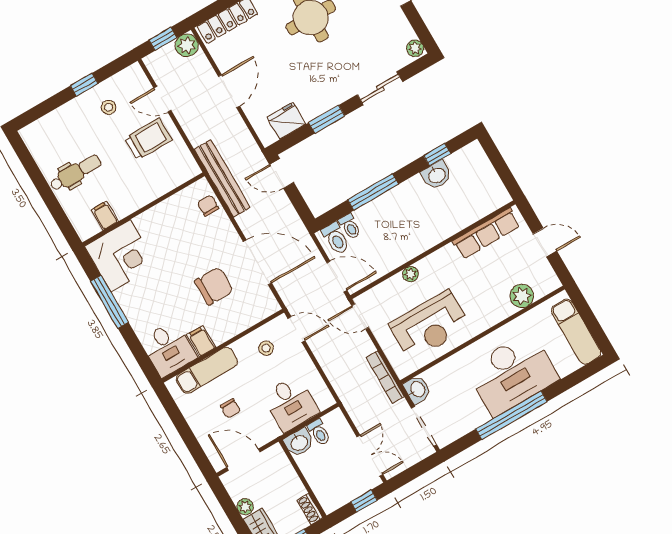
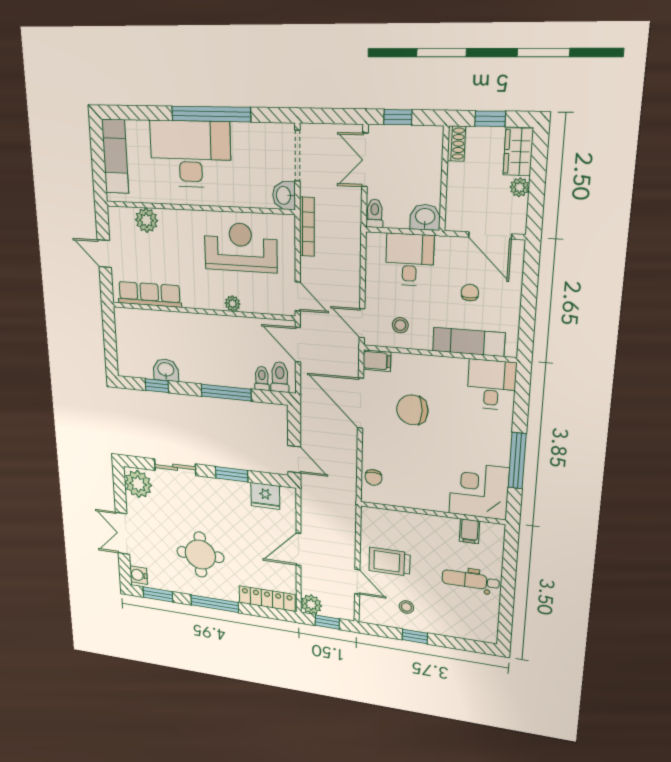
plant: (415, 48) -> (138, 484), width x1.88, depth x1.88
bench: (222, 178) -> (347, 490), removed
filing cabinet: (201, 341) -> (377, 361), moved, turned -90
toilet: (319, 432) -> (375, 213), moved

